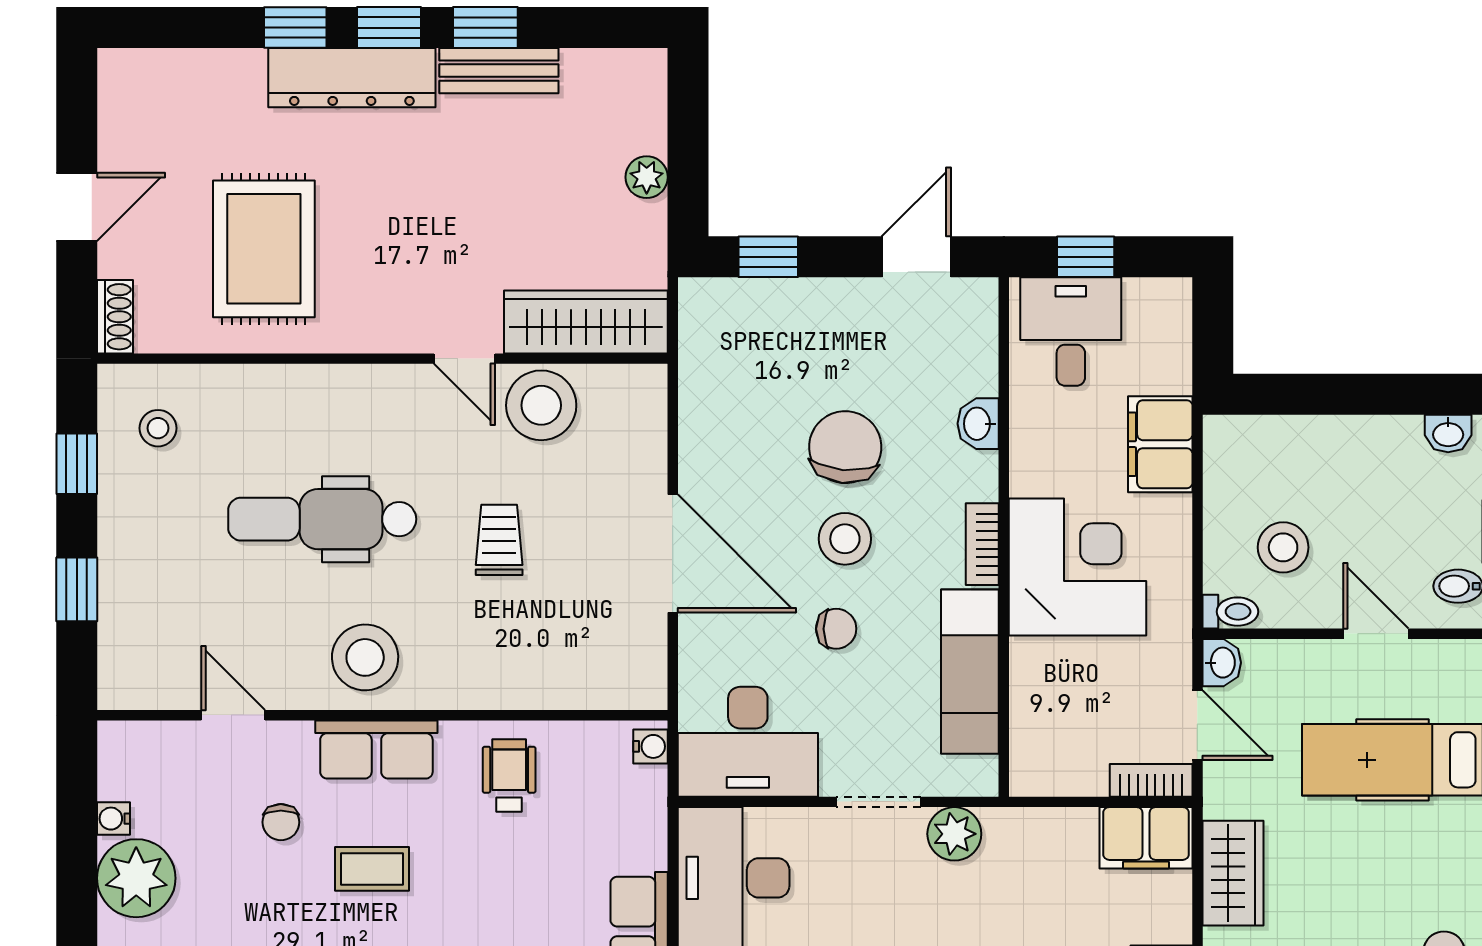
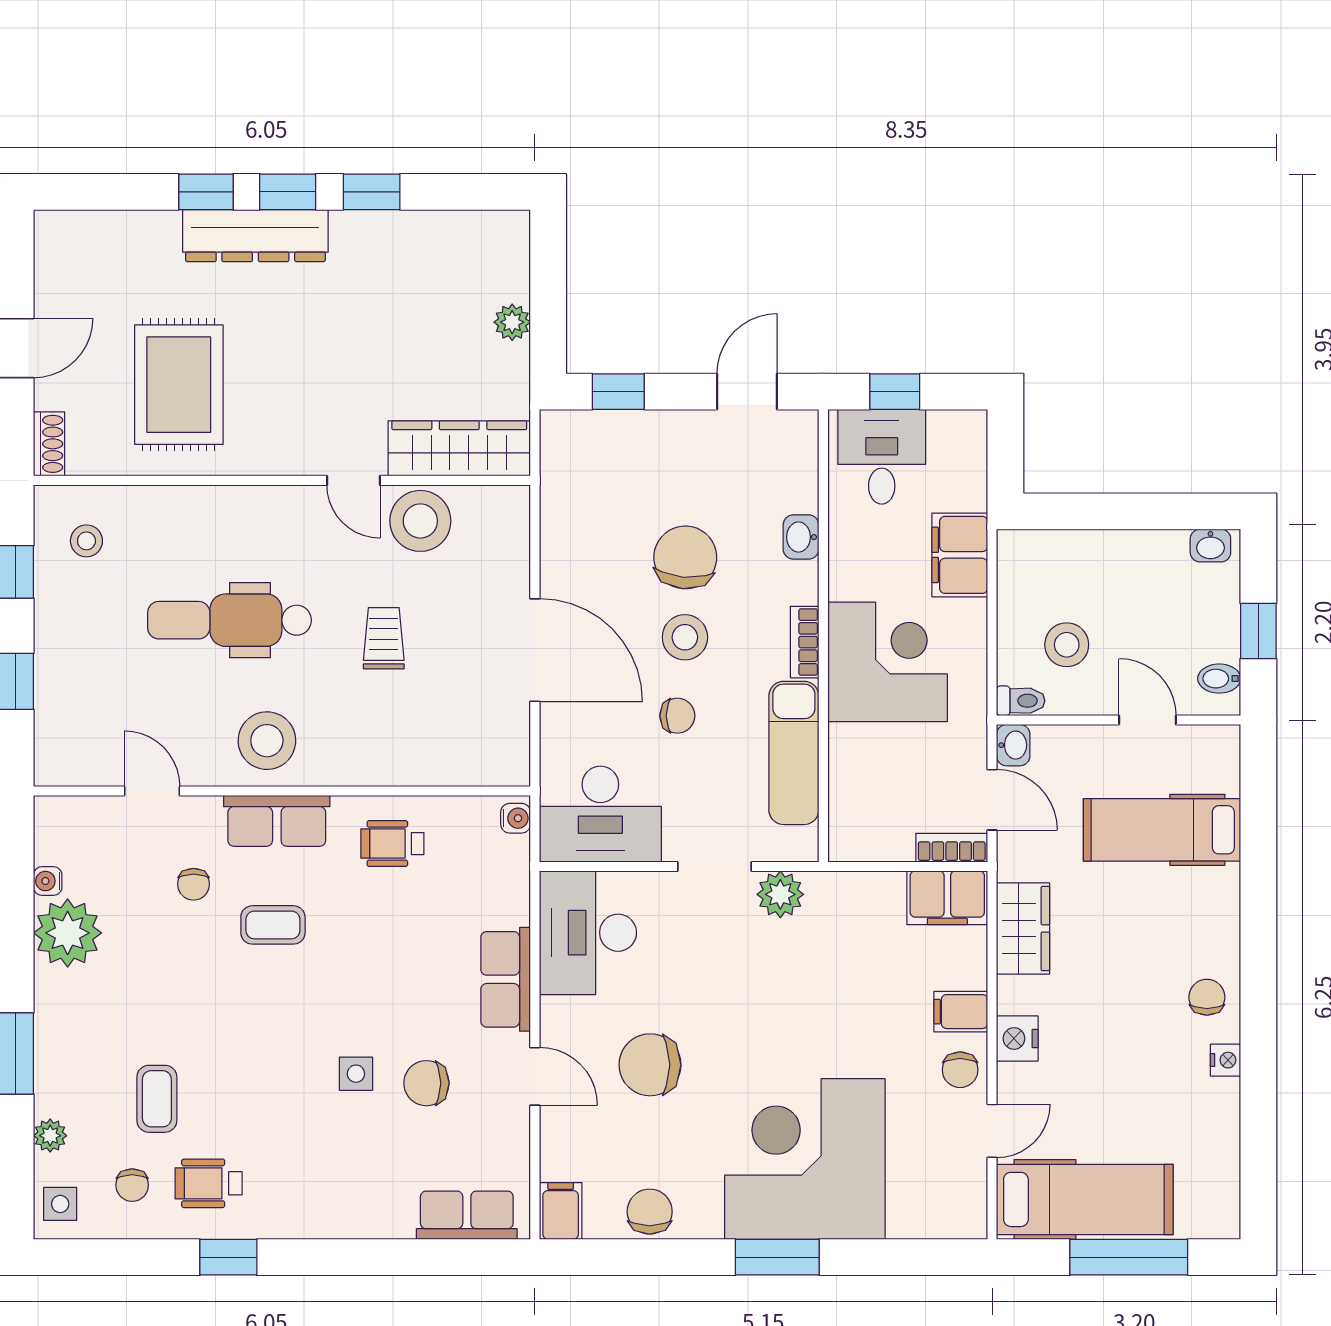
bench: (499, 71) -> (384, 229), removed
wheelchair: (509, 776) -> (392, 844), turned -90

